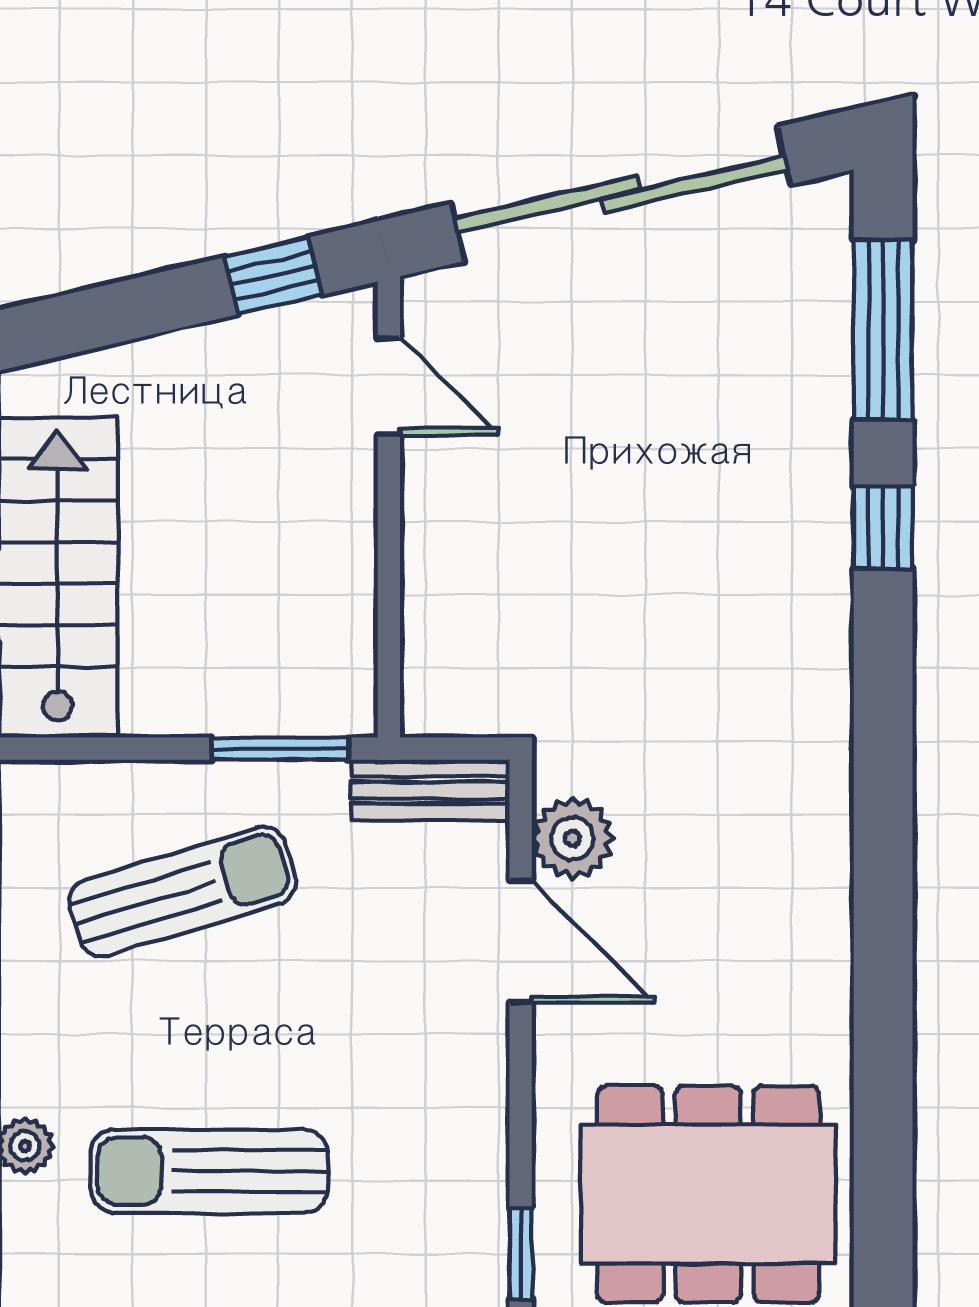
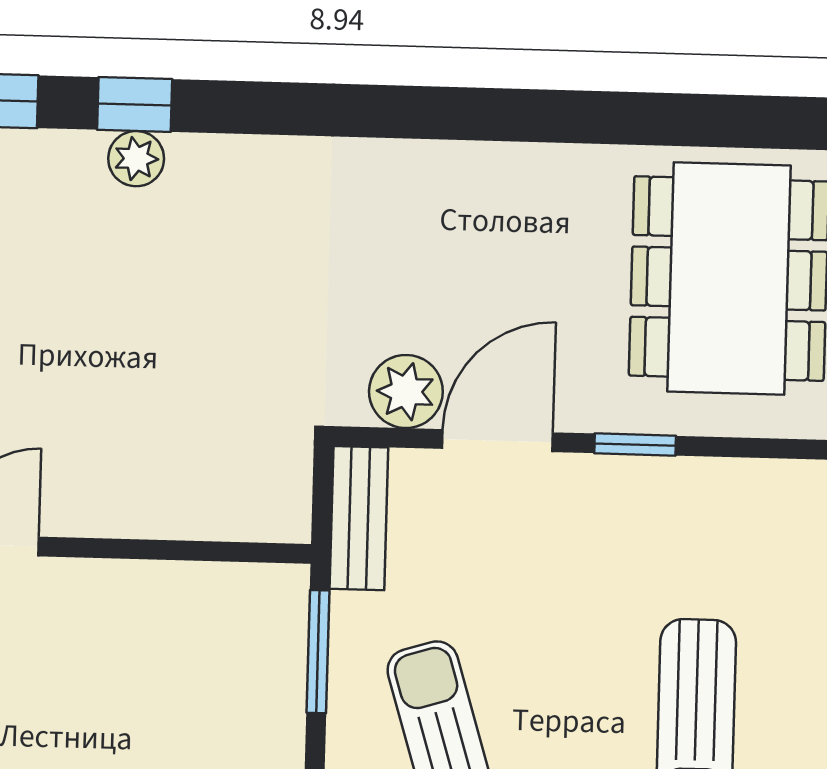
plant: (823, 531) -> (136, 159), added
window: (521, 1254) -> (635, 445), moved

